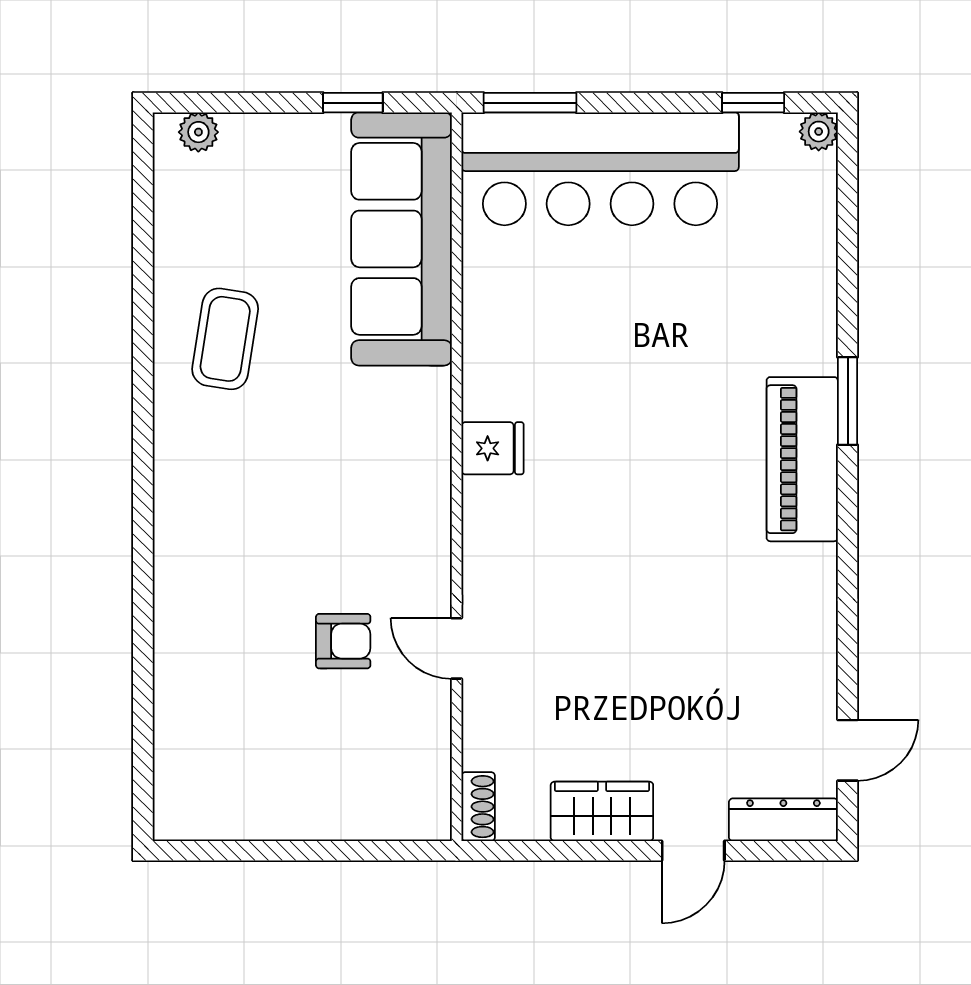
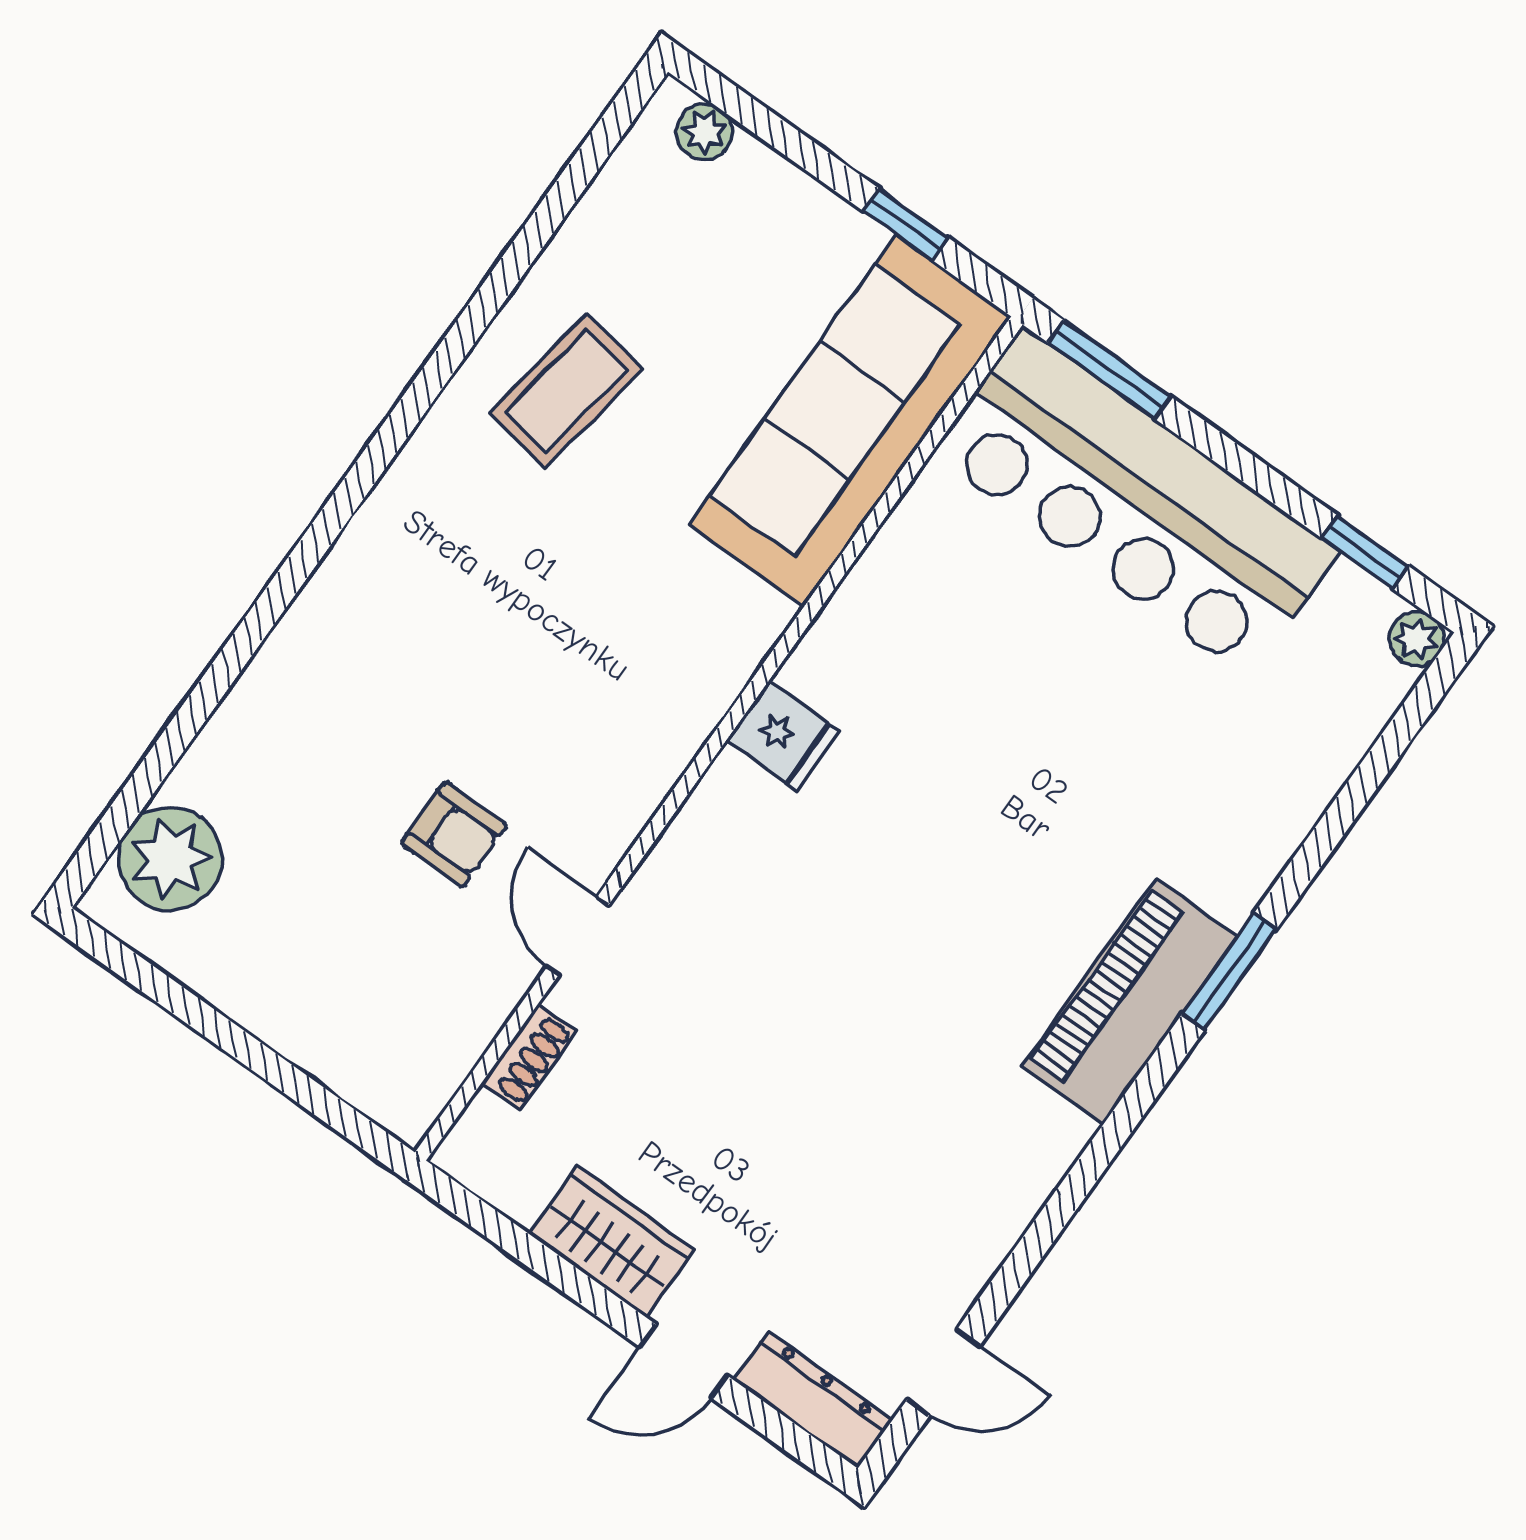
plant: (189, 772) -> (170, 859), added
shoe rack: (478, 807) -> (529, 1057), moved

